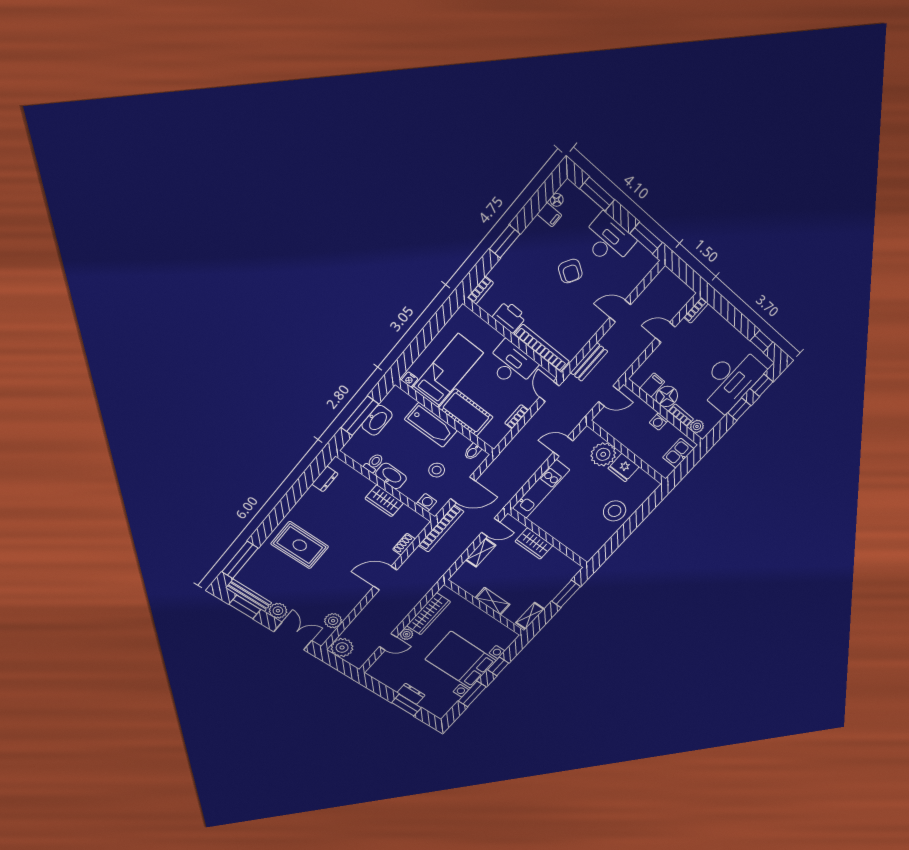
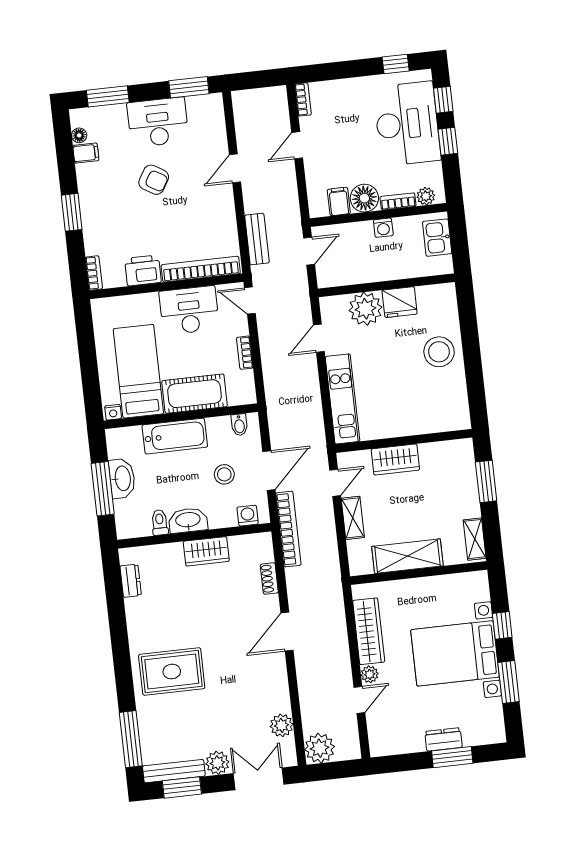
shelving: (493, 601) -> (407, 556), width x1.50, depth x1.33

